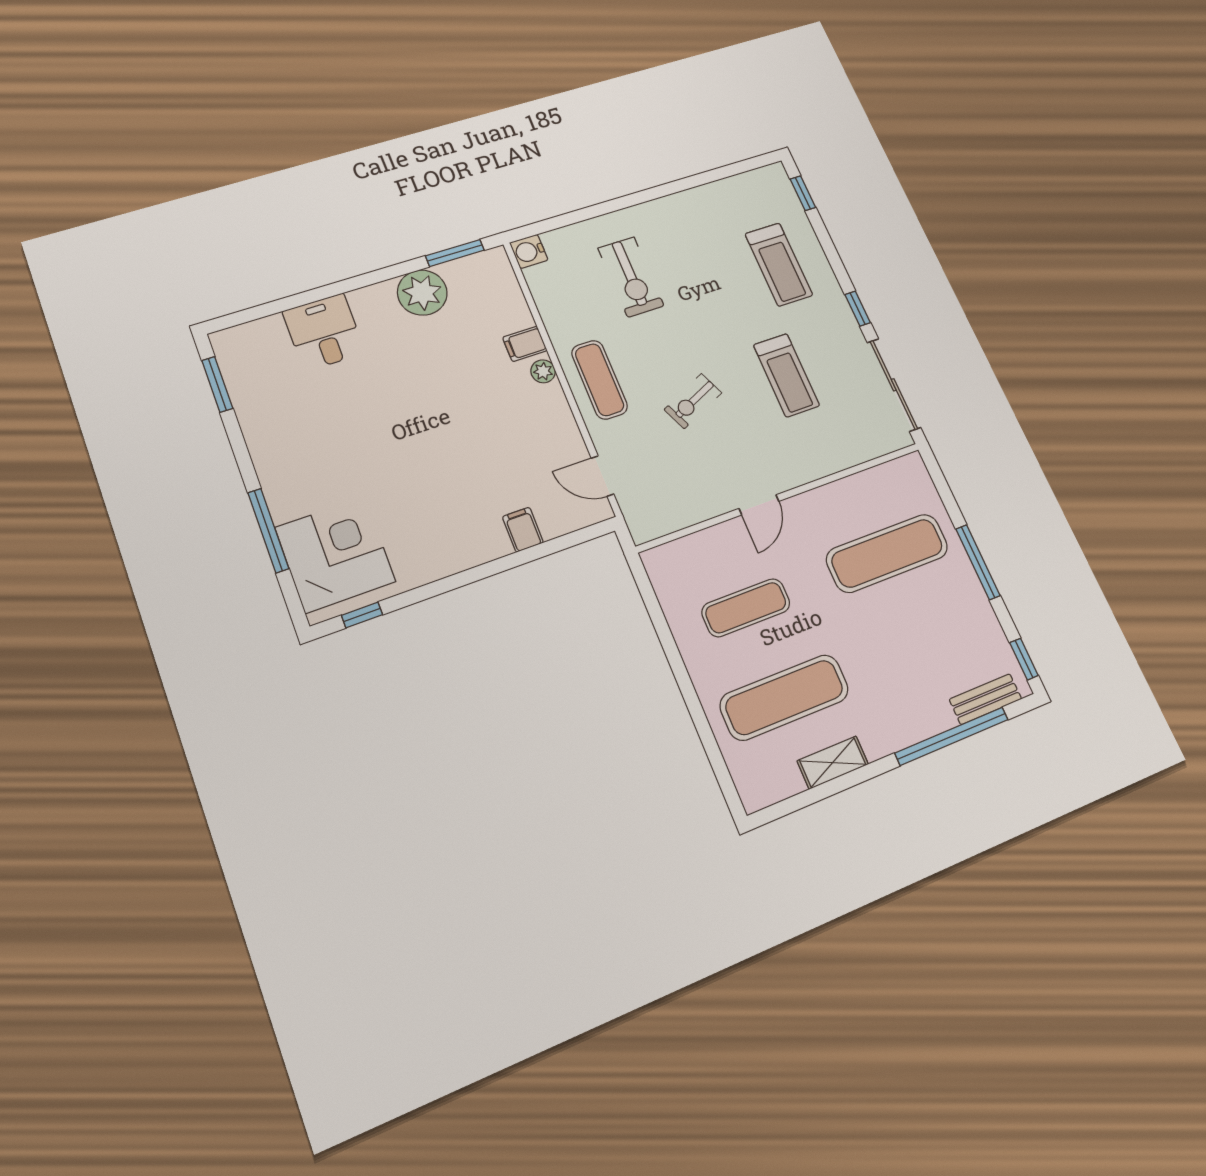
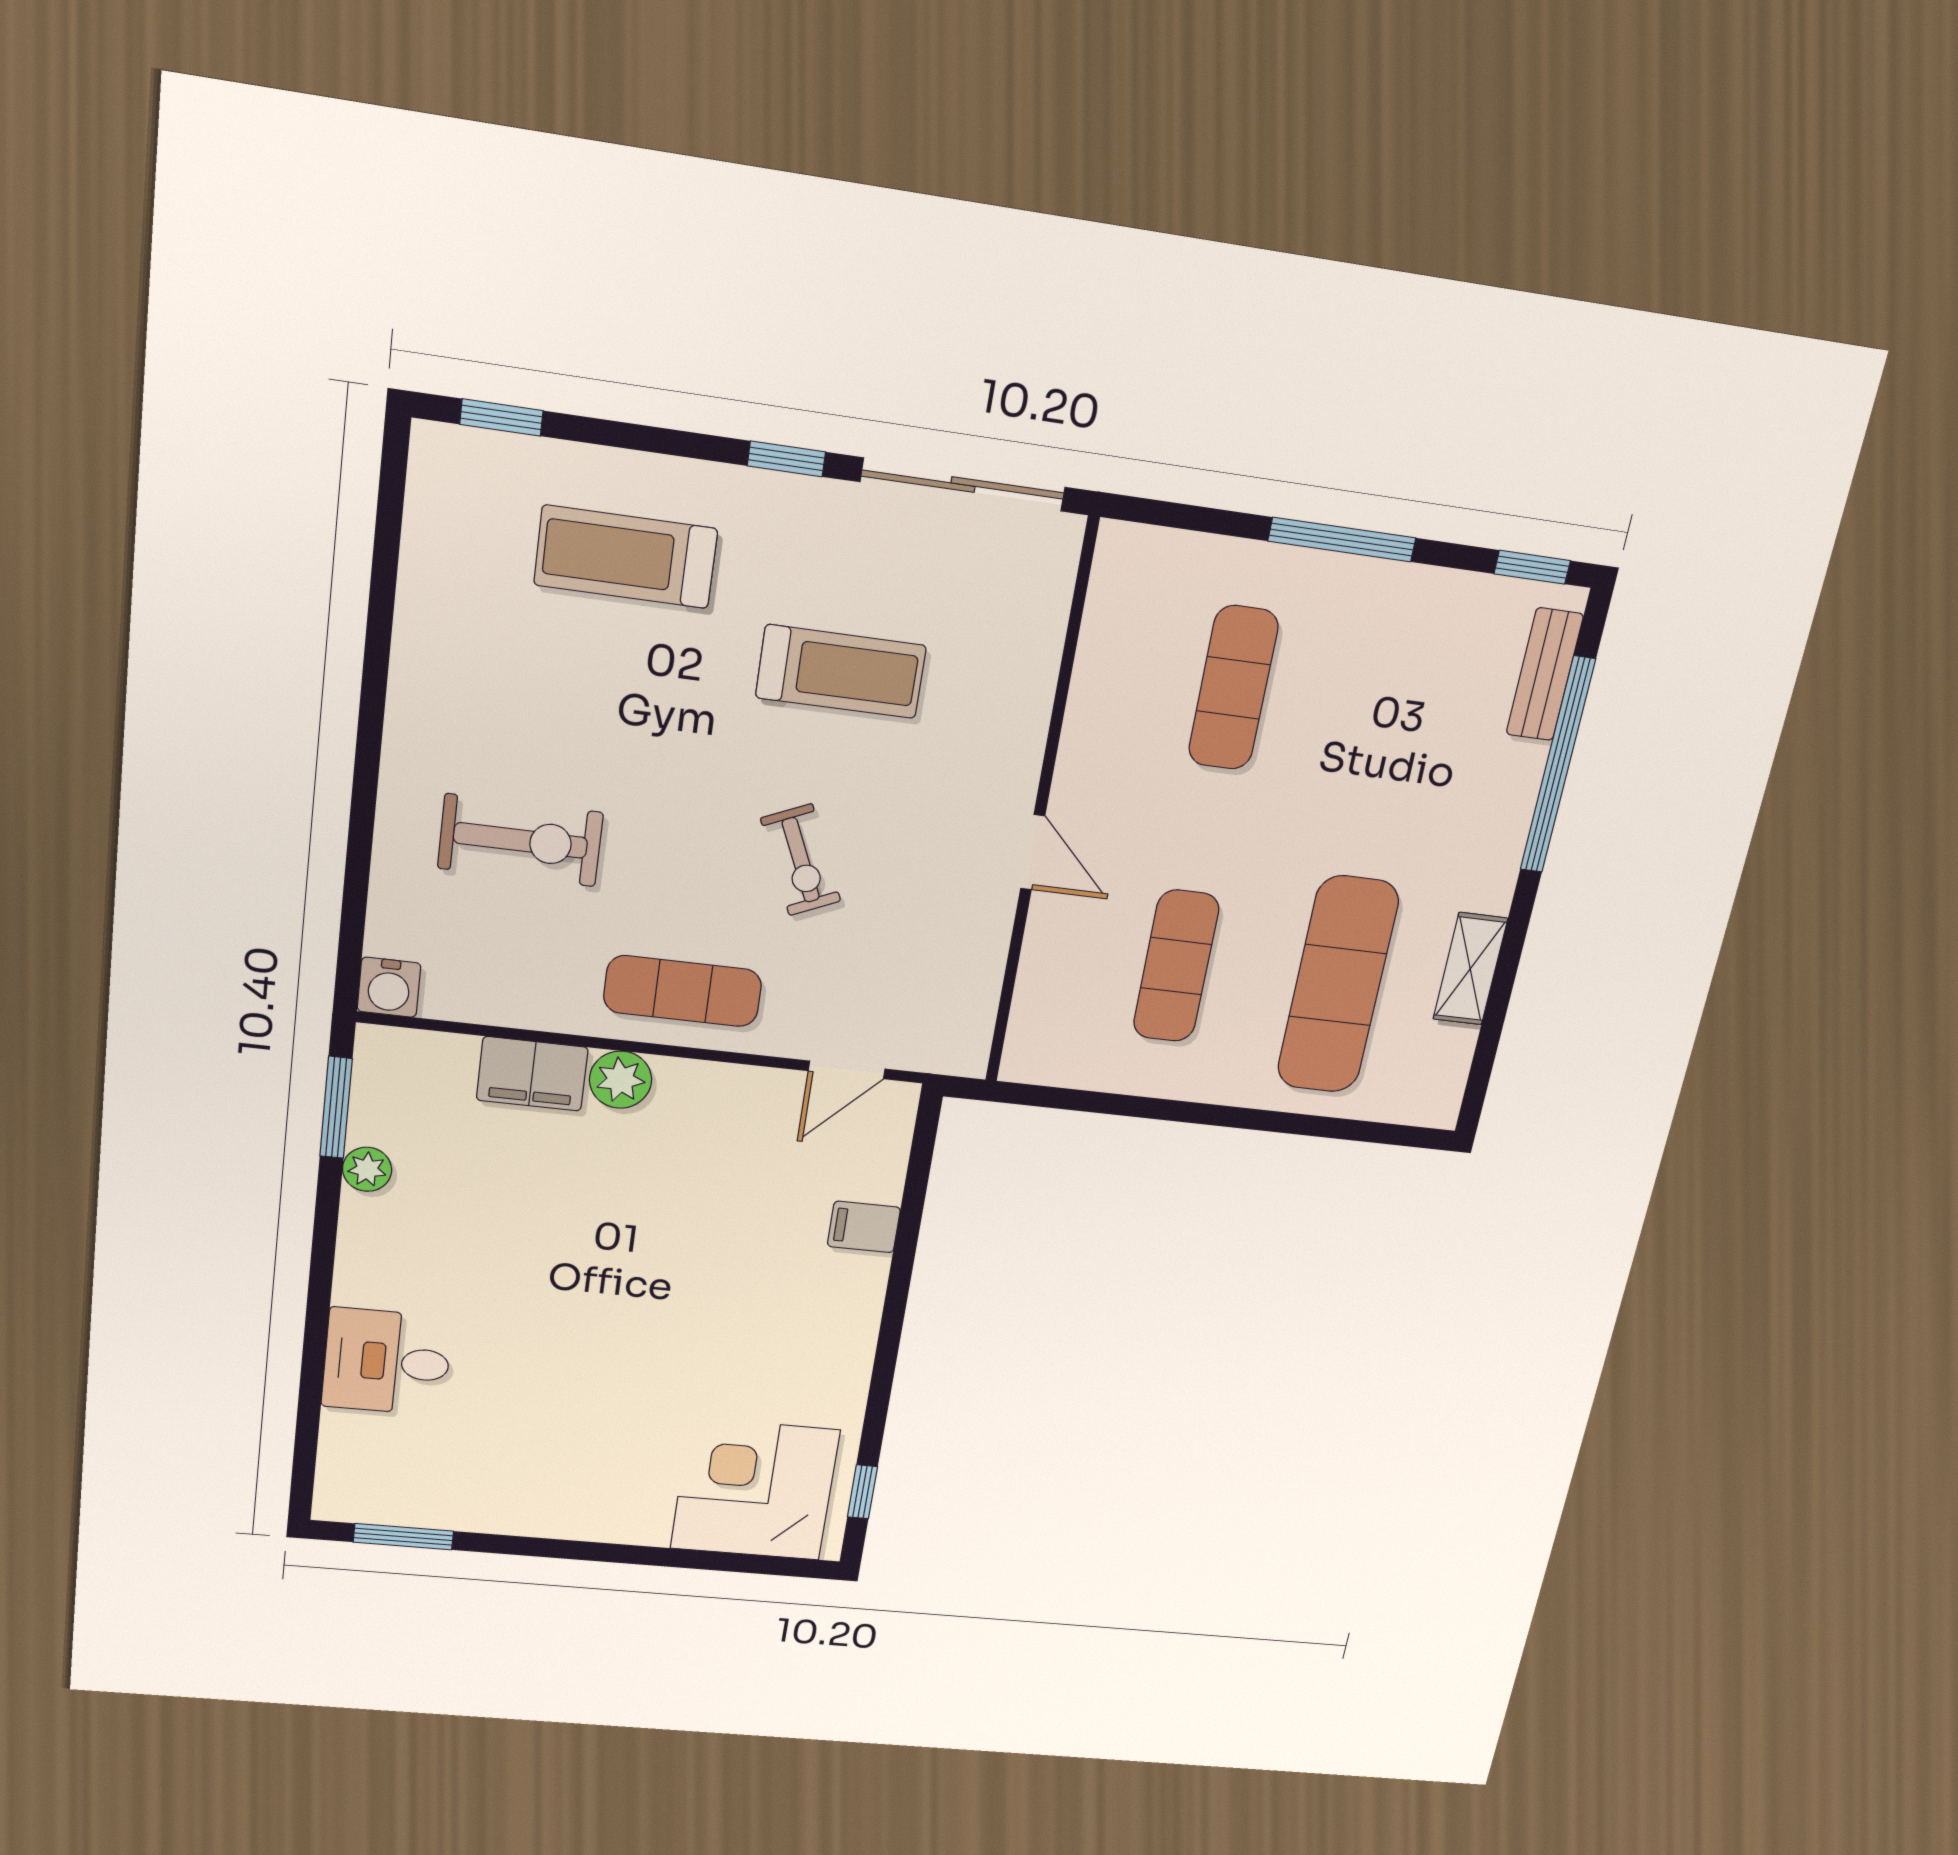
treadmill: (779, 264) -> (626, 557), turned 180
plant: (422, 293) -> (367, 1169), width x0.53, depth x0.53
filing cabinet: (525, 344) -> (532, 1074), width x2.00
plant: (543, 371) -> (621, 1080), width x1.38, depth x1.38
window: (268, 531) -> (670, 1558), removed
exercise mat: (887, 553) -> (1233, 688), width x0.73, depth x0.69

